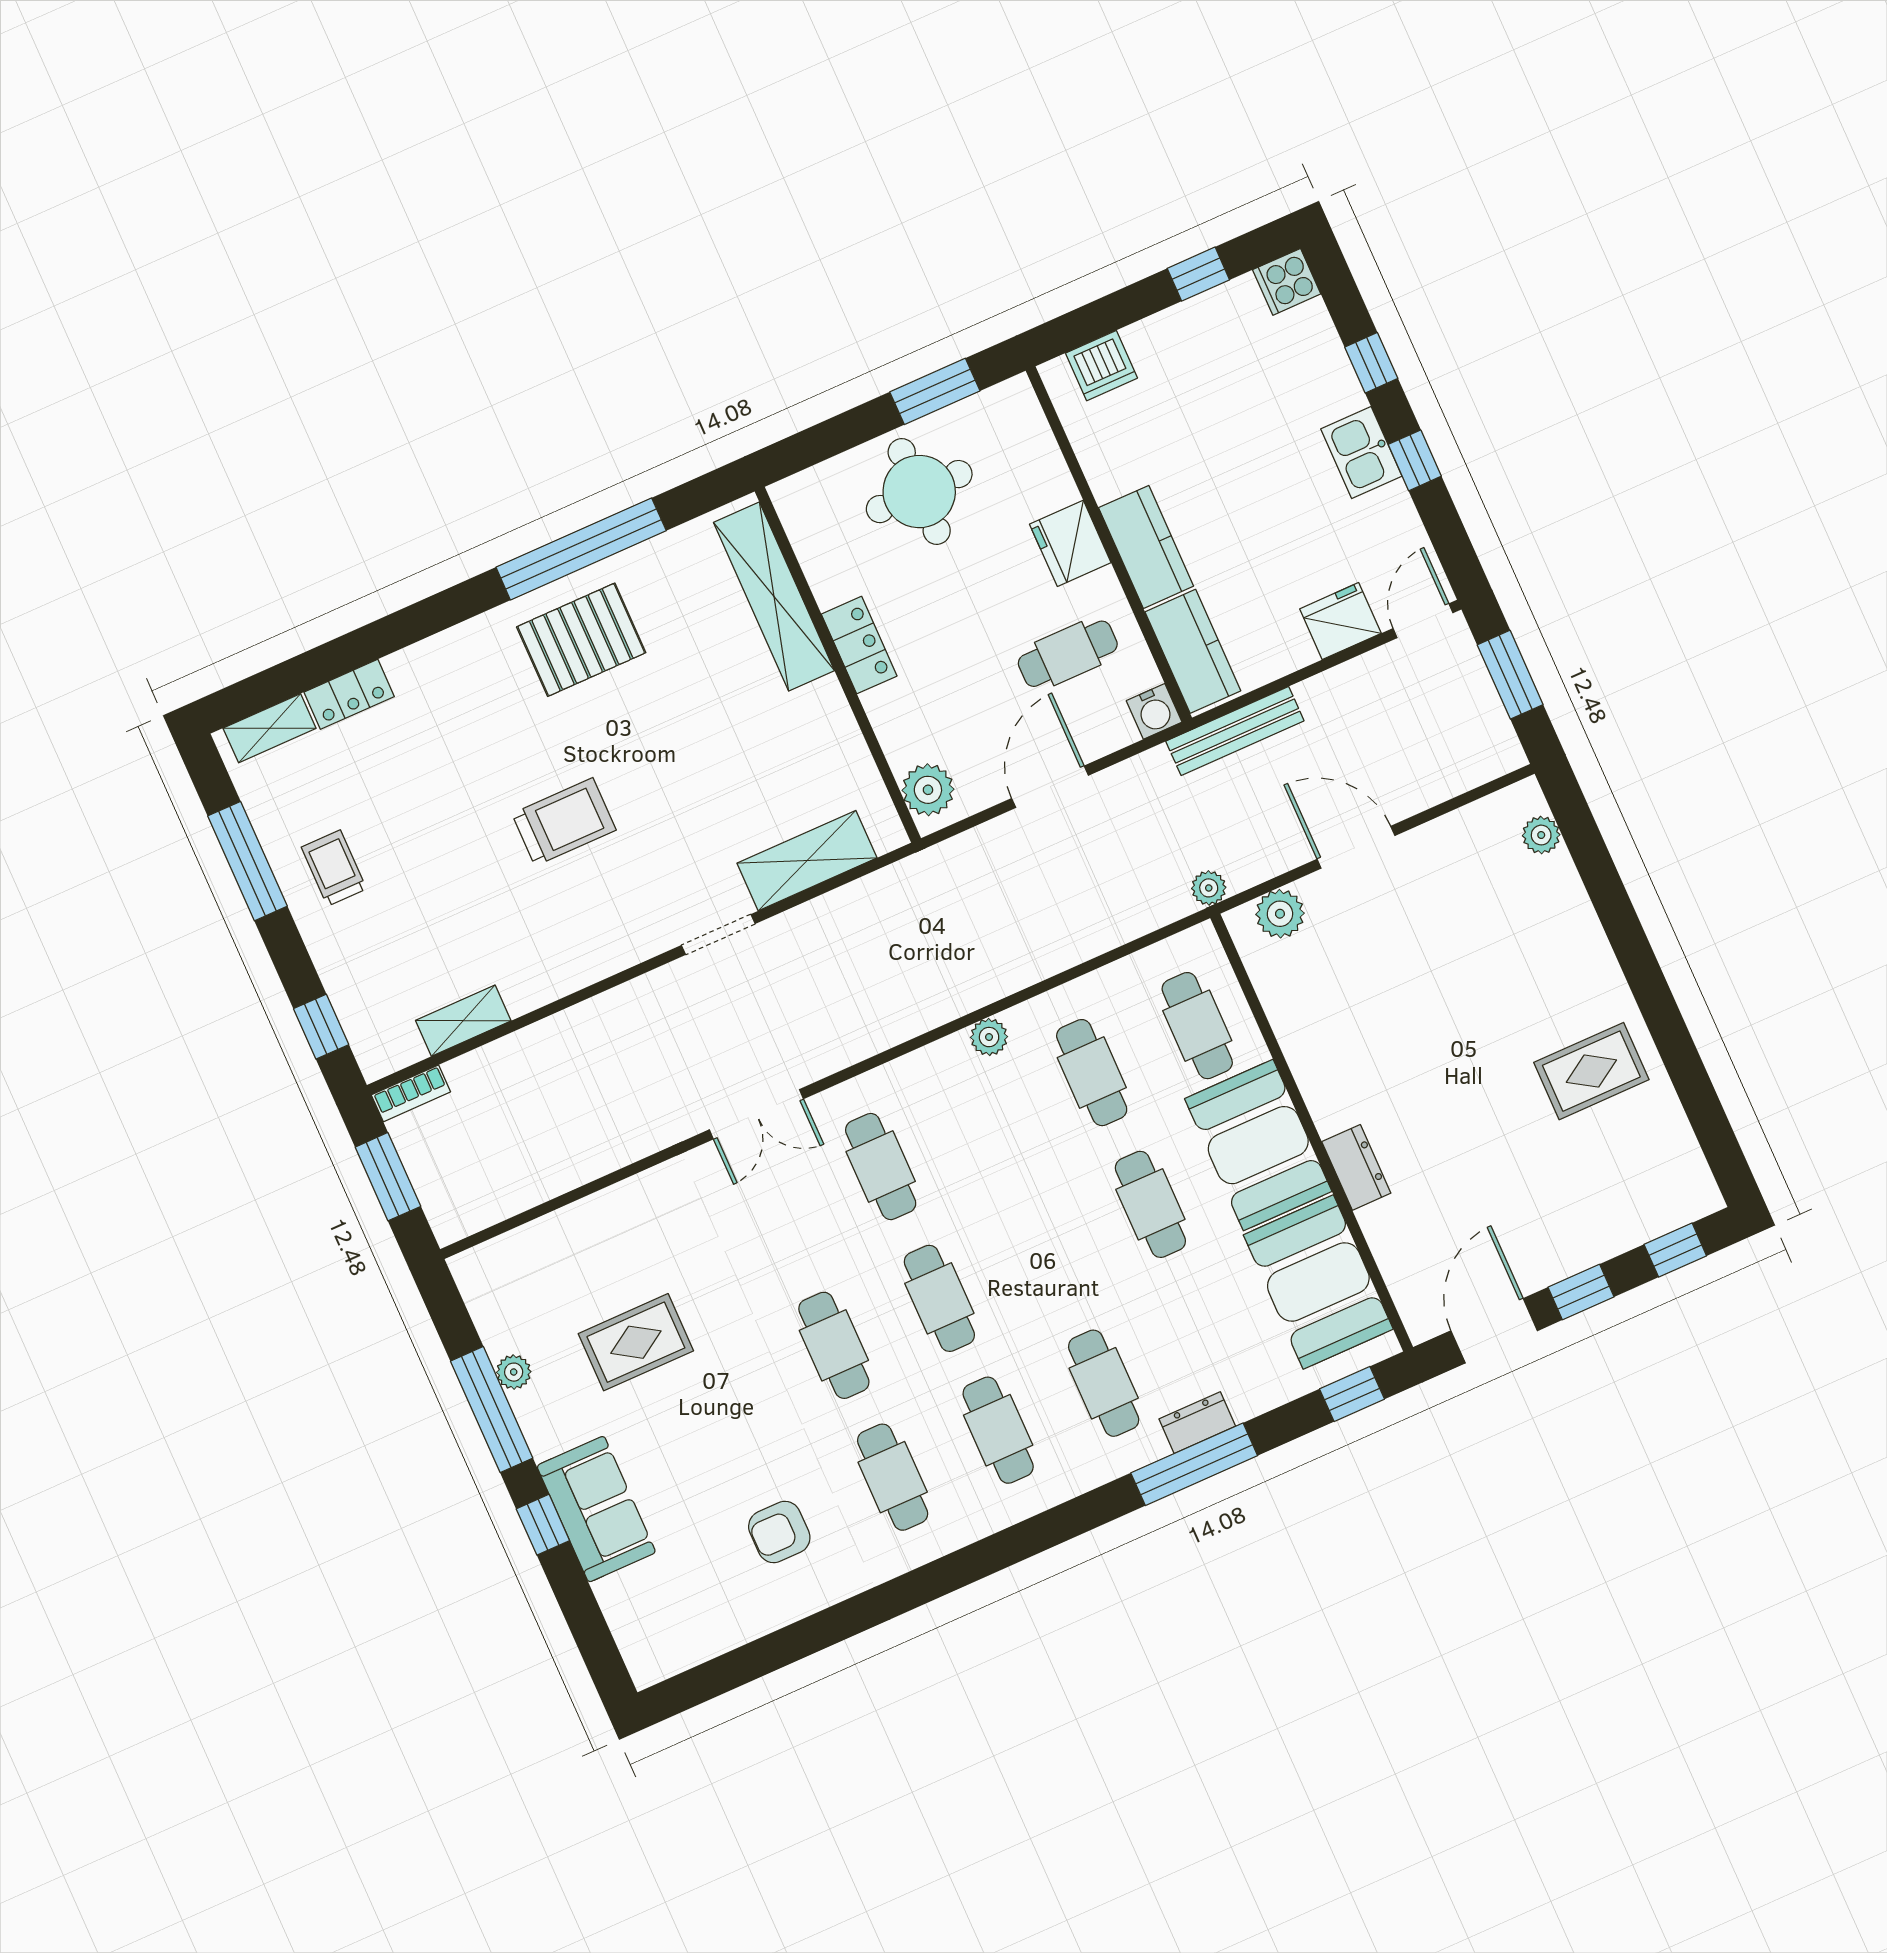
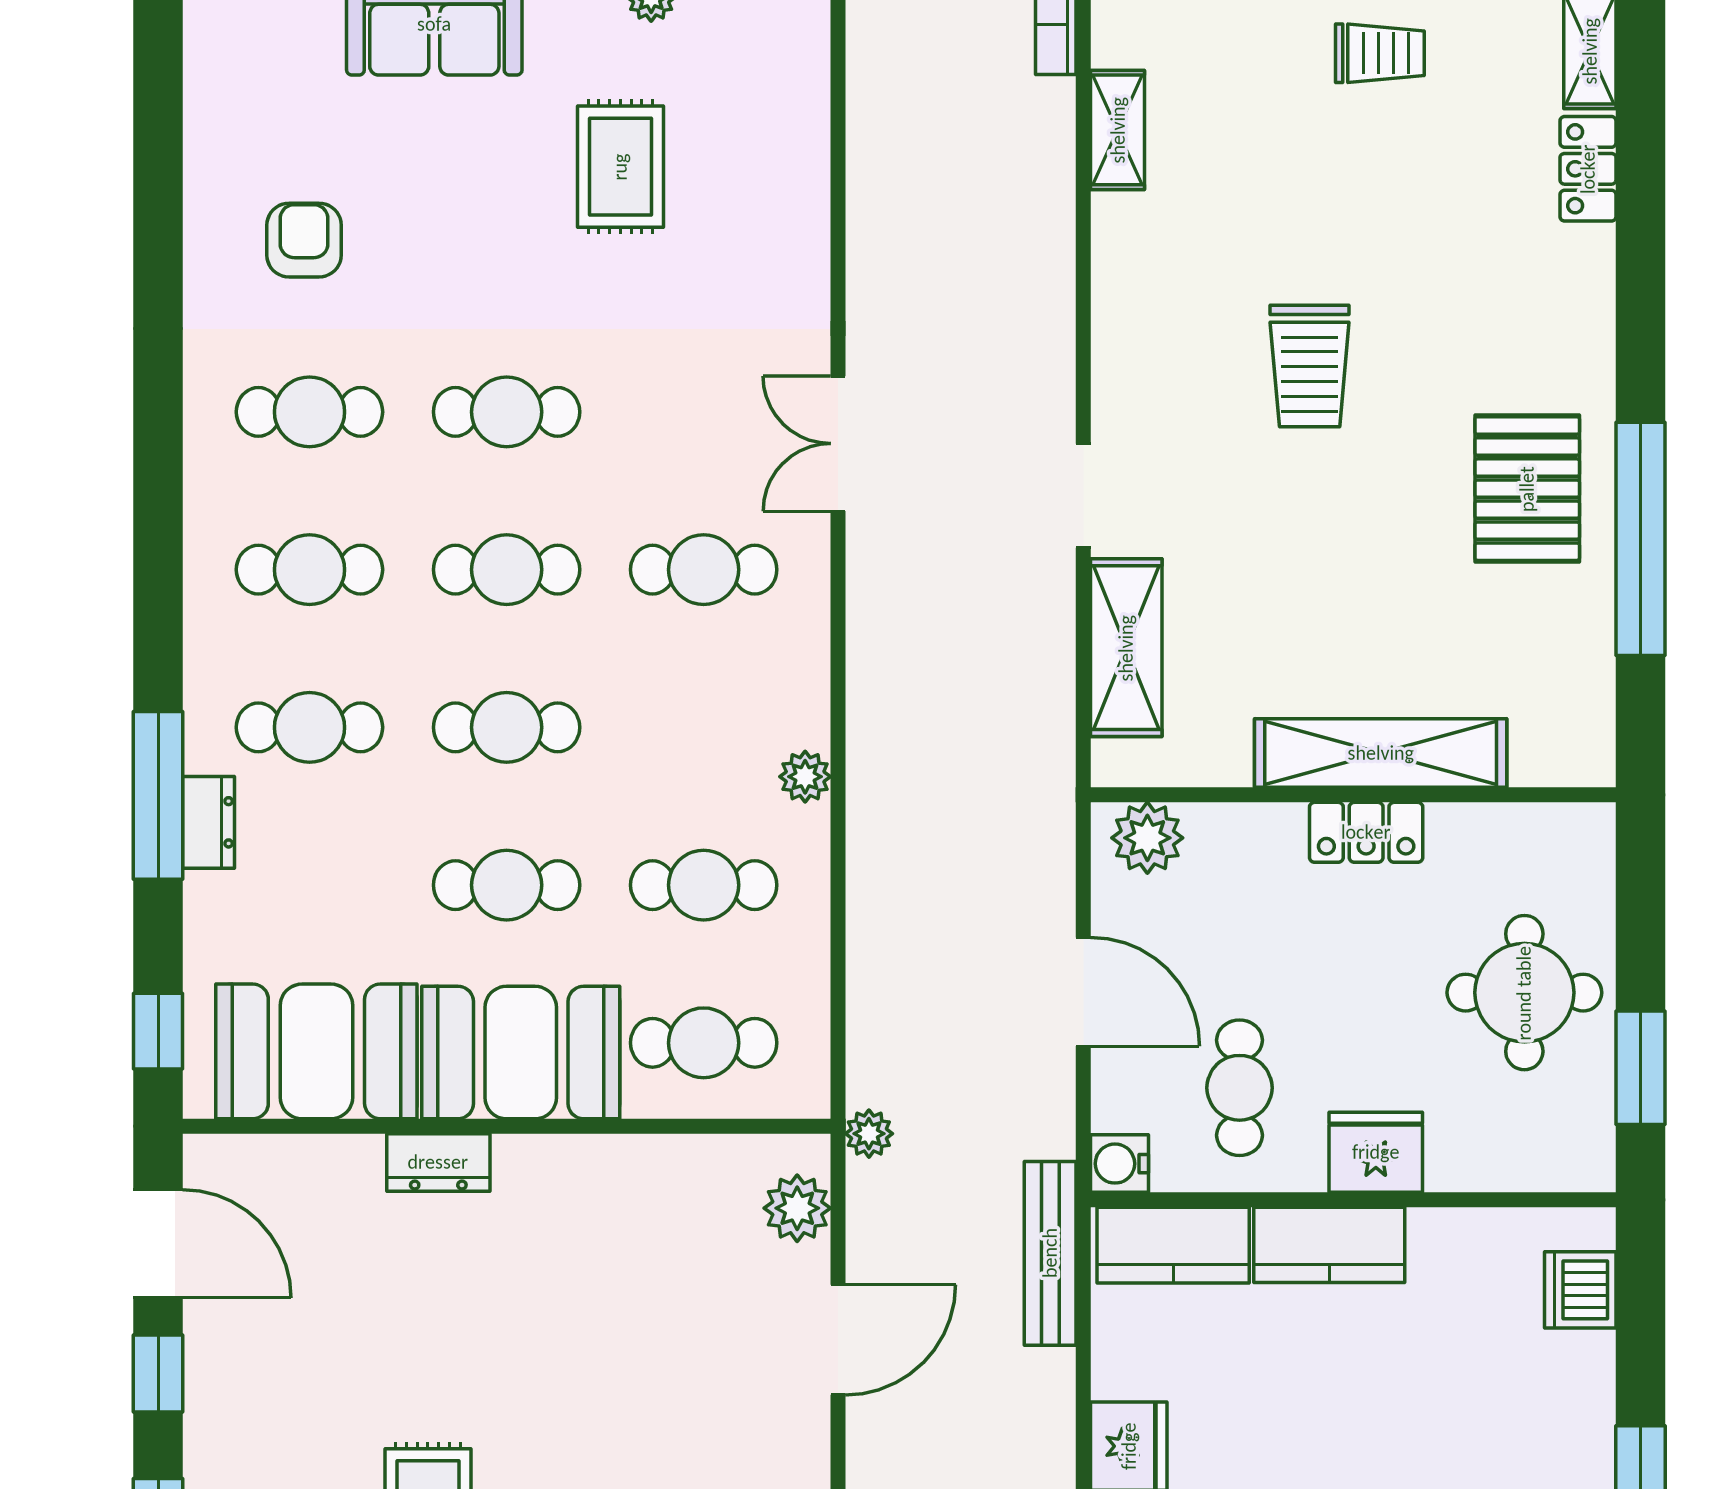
shelving: (774, 597) -> (1381, 753), moved
cafe table: (1045, 1251) -> (507, 727), added

